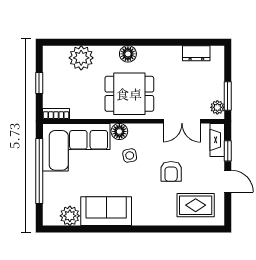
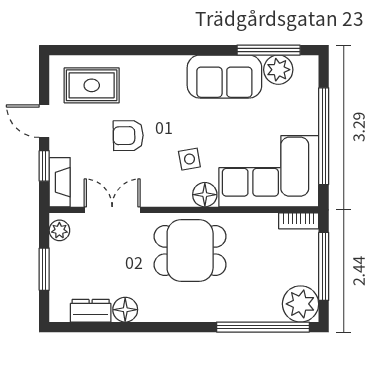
window: (80, 42) -> (263, 327), added
floor lamp: (128, 54) -> (125, 310), moved
plant: (81, 58) -> (301, 304), moved
window: (39, 83) -> (324, 266), width x2.17
window: (228, 96) -> (44, 269), moved
armchair: (171, 171) -> (128, 136), turned -91
window: (76, 229) -> (269, 50), added

